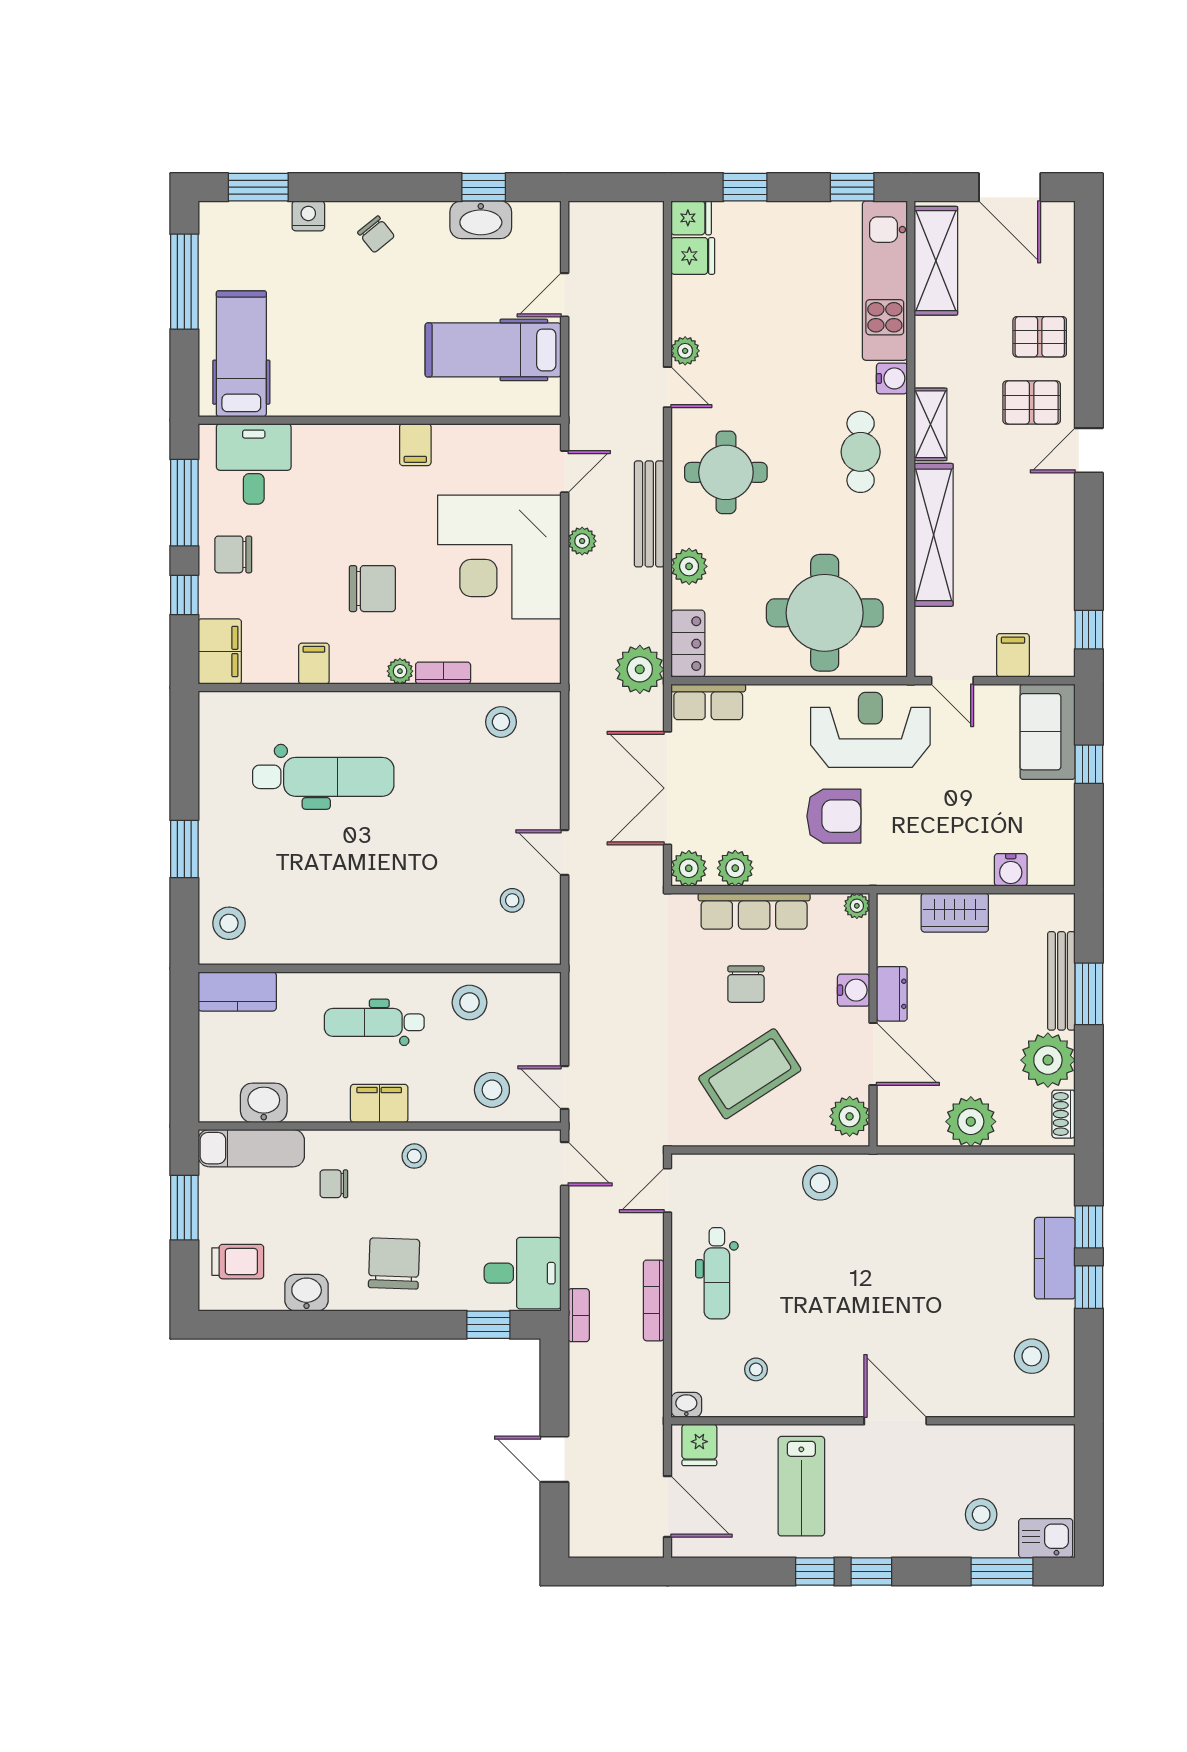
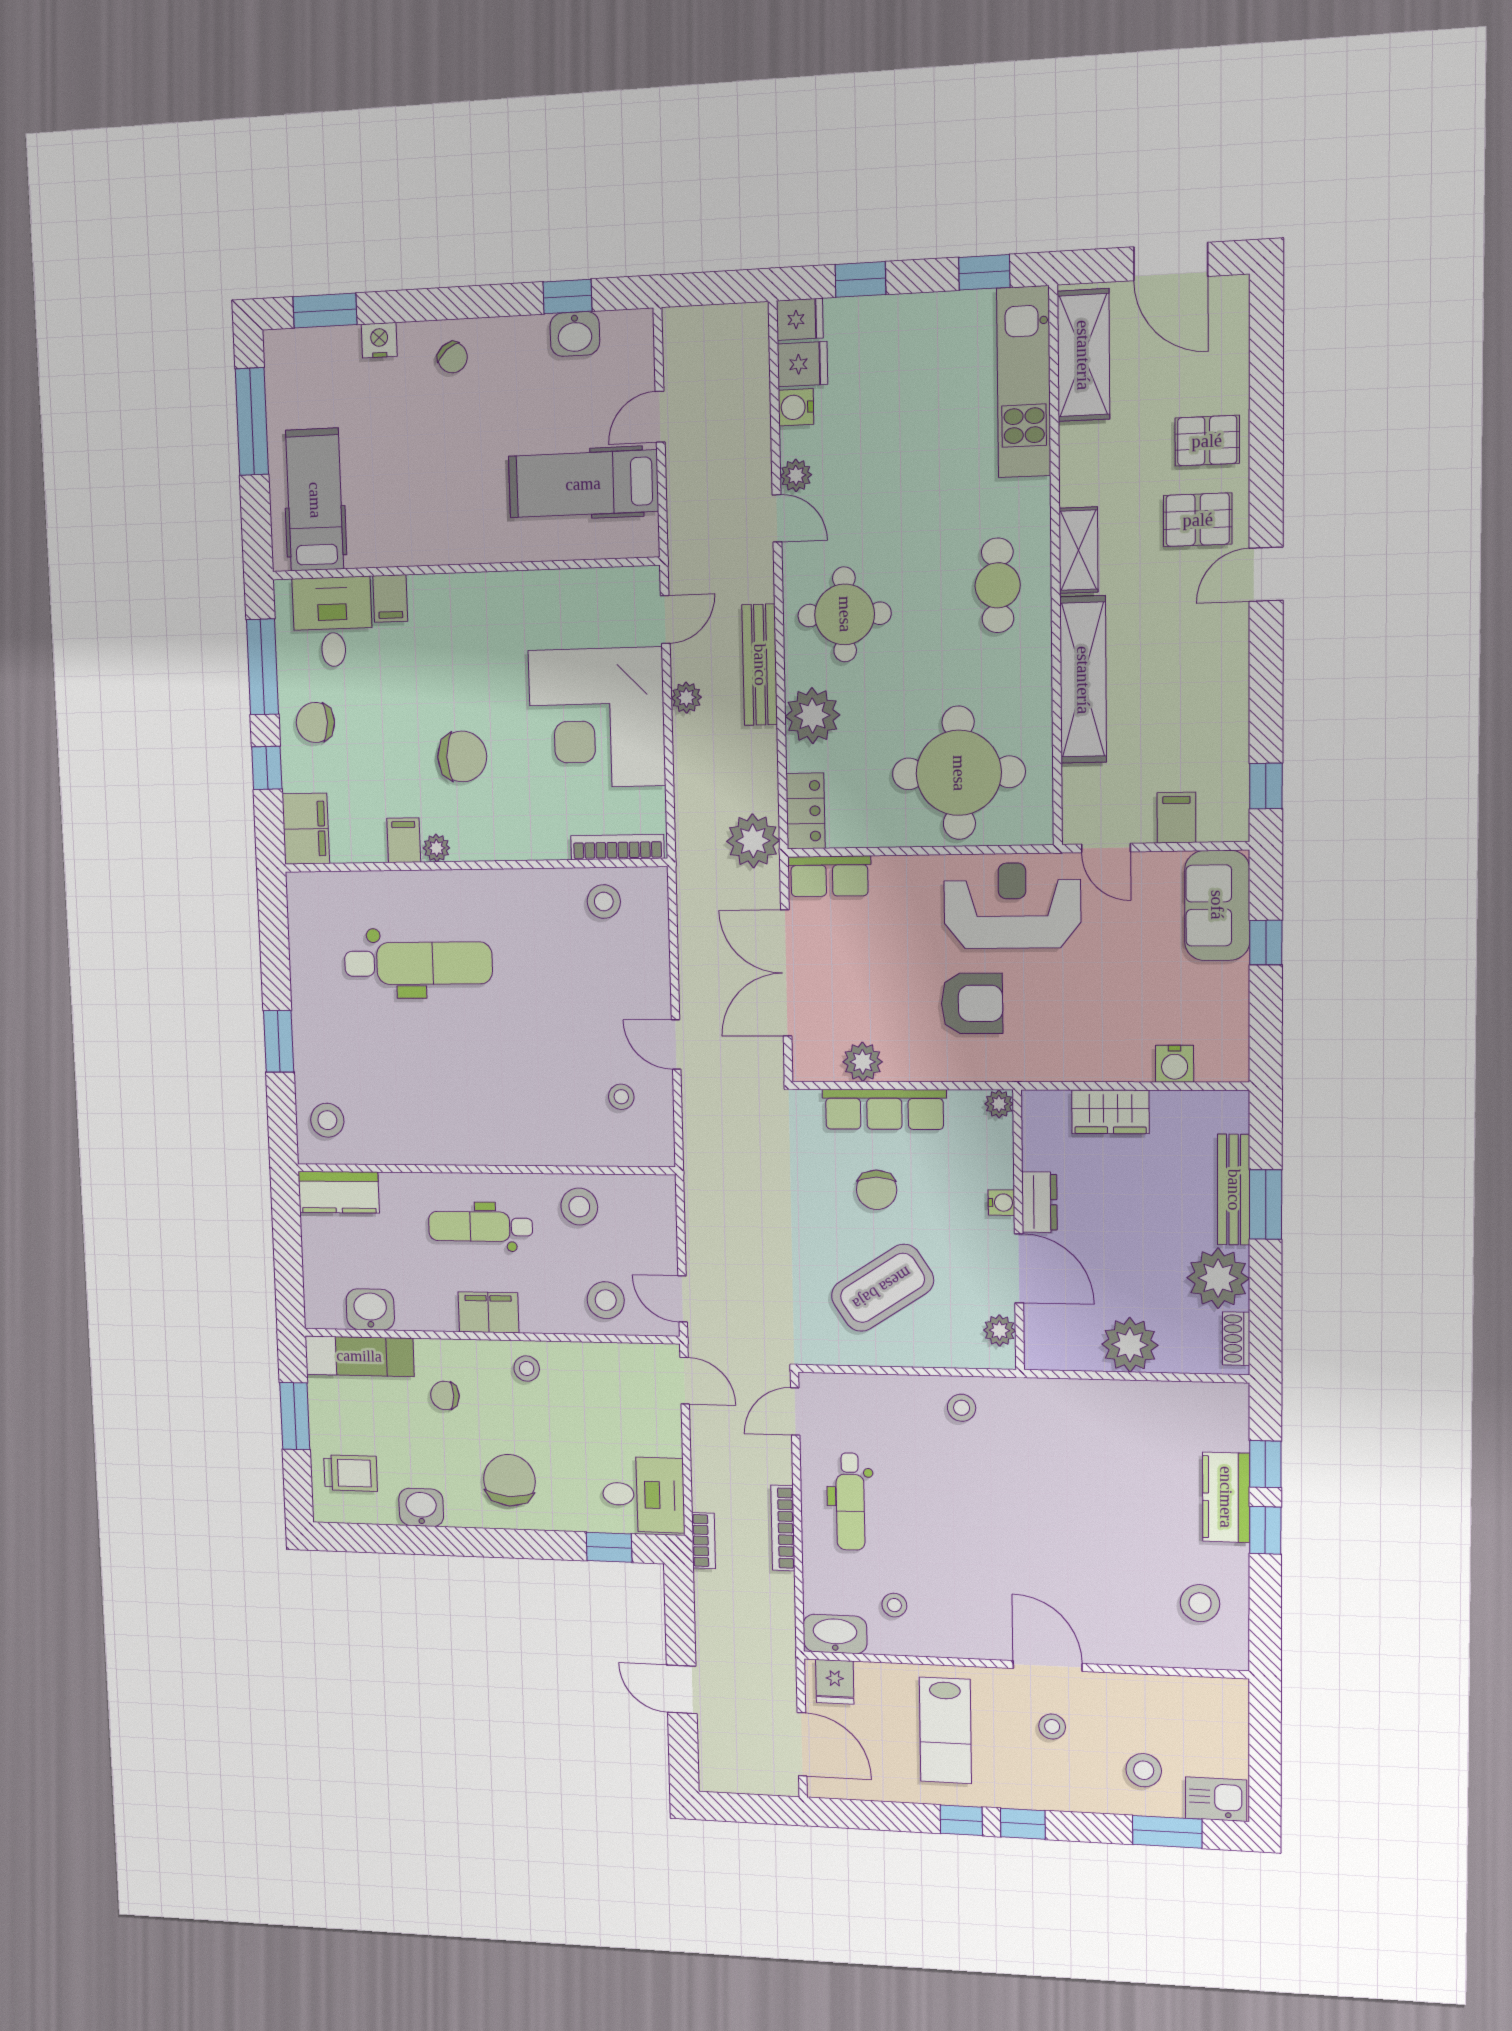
washbasin: (481, 220) -> (575, 334), width x0.72
water cooler: (892, 378) -> (796, 407), moved, turned 180
filing cabinet: (415, 445) -> (390, 598), moved
plant: (689, 566) -> (812, 716), width x1.36, depth x1.36
plant: (400, 671) -> (436, 848), moved
bookcase: (443, 673) -> (617, 847), moved, width x1.56
plant: (689, 868) -> (811, 1062), removed
water cooler: (854, 990) -> (1001, 1203), width x0.72, depth x0.72
plant: (850, 1116) -> (1000, 1330), width x0.73, depth x0.73
stool: (820, 1183) -> (962, 1408), width x0.73, depth x0.73
washbasin: (686, 1405) -> (835, 1634), width x1.91, depth x1.45
stool: (899, 1478) -> (1052, 1726), added

